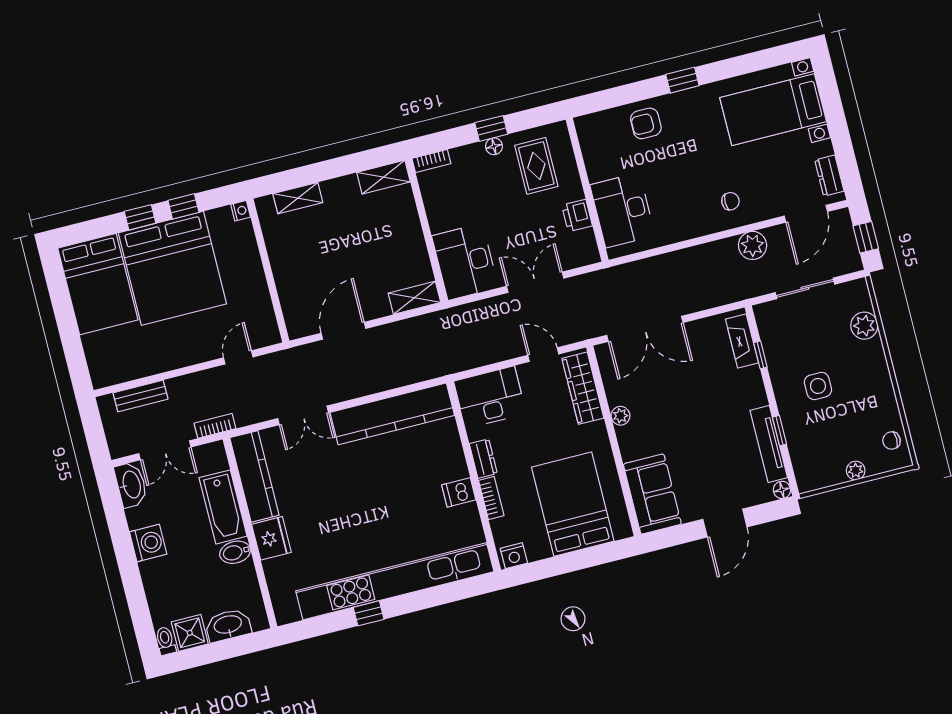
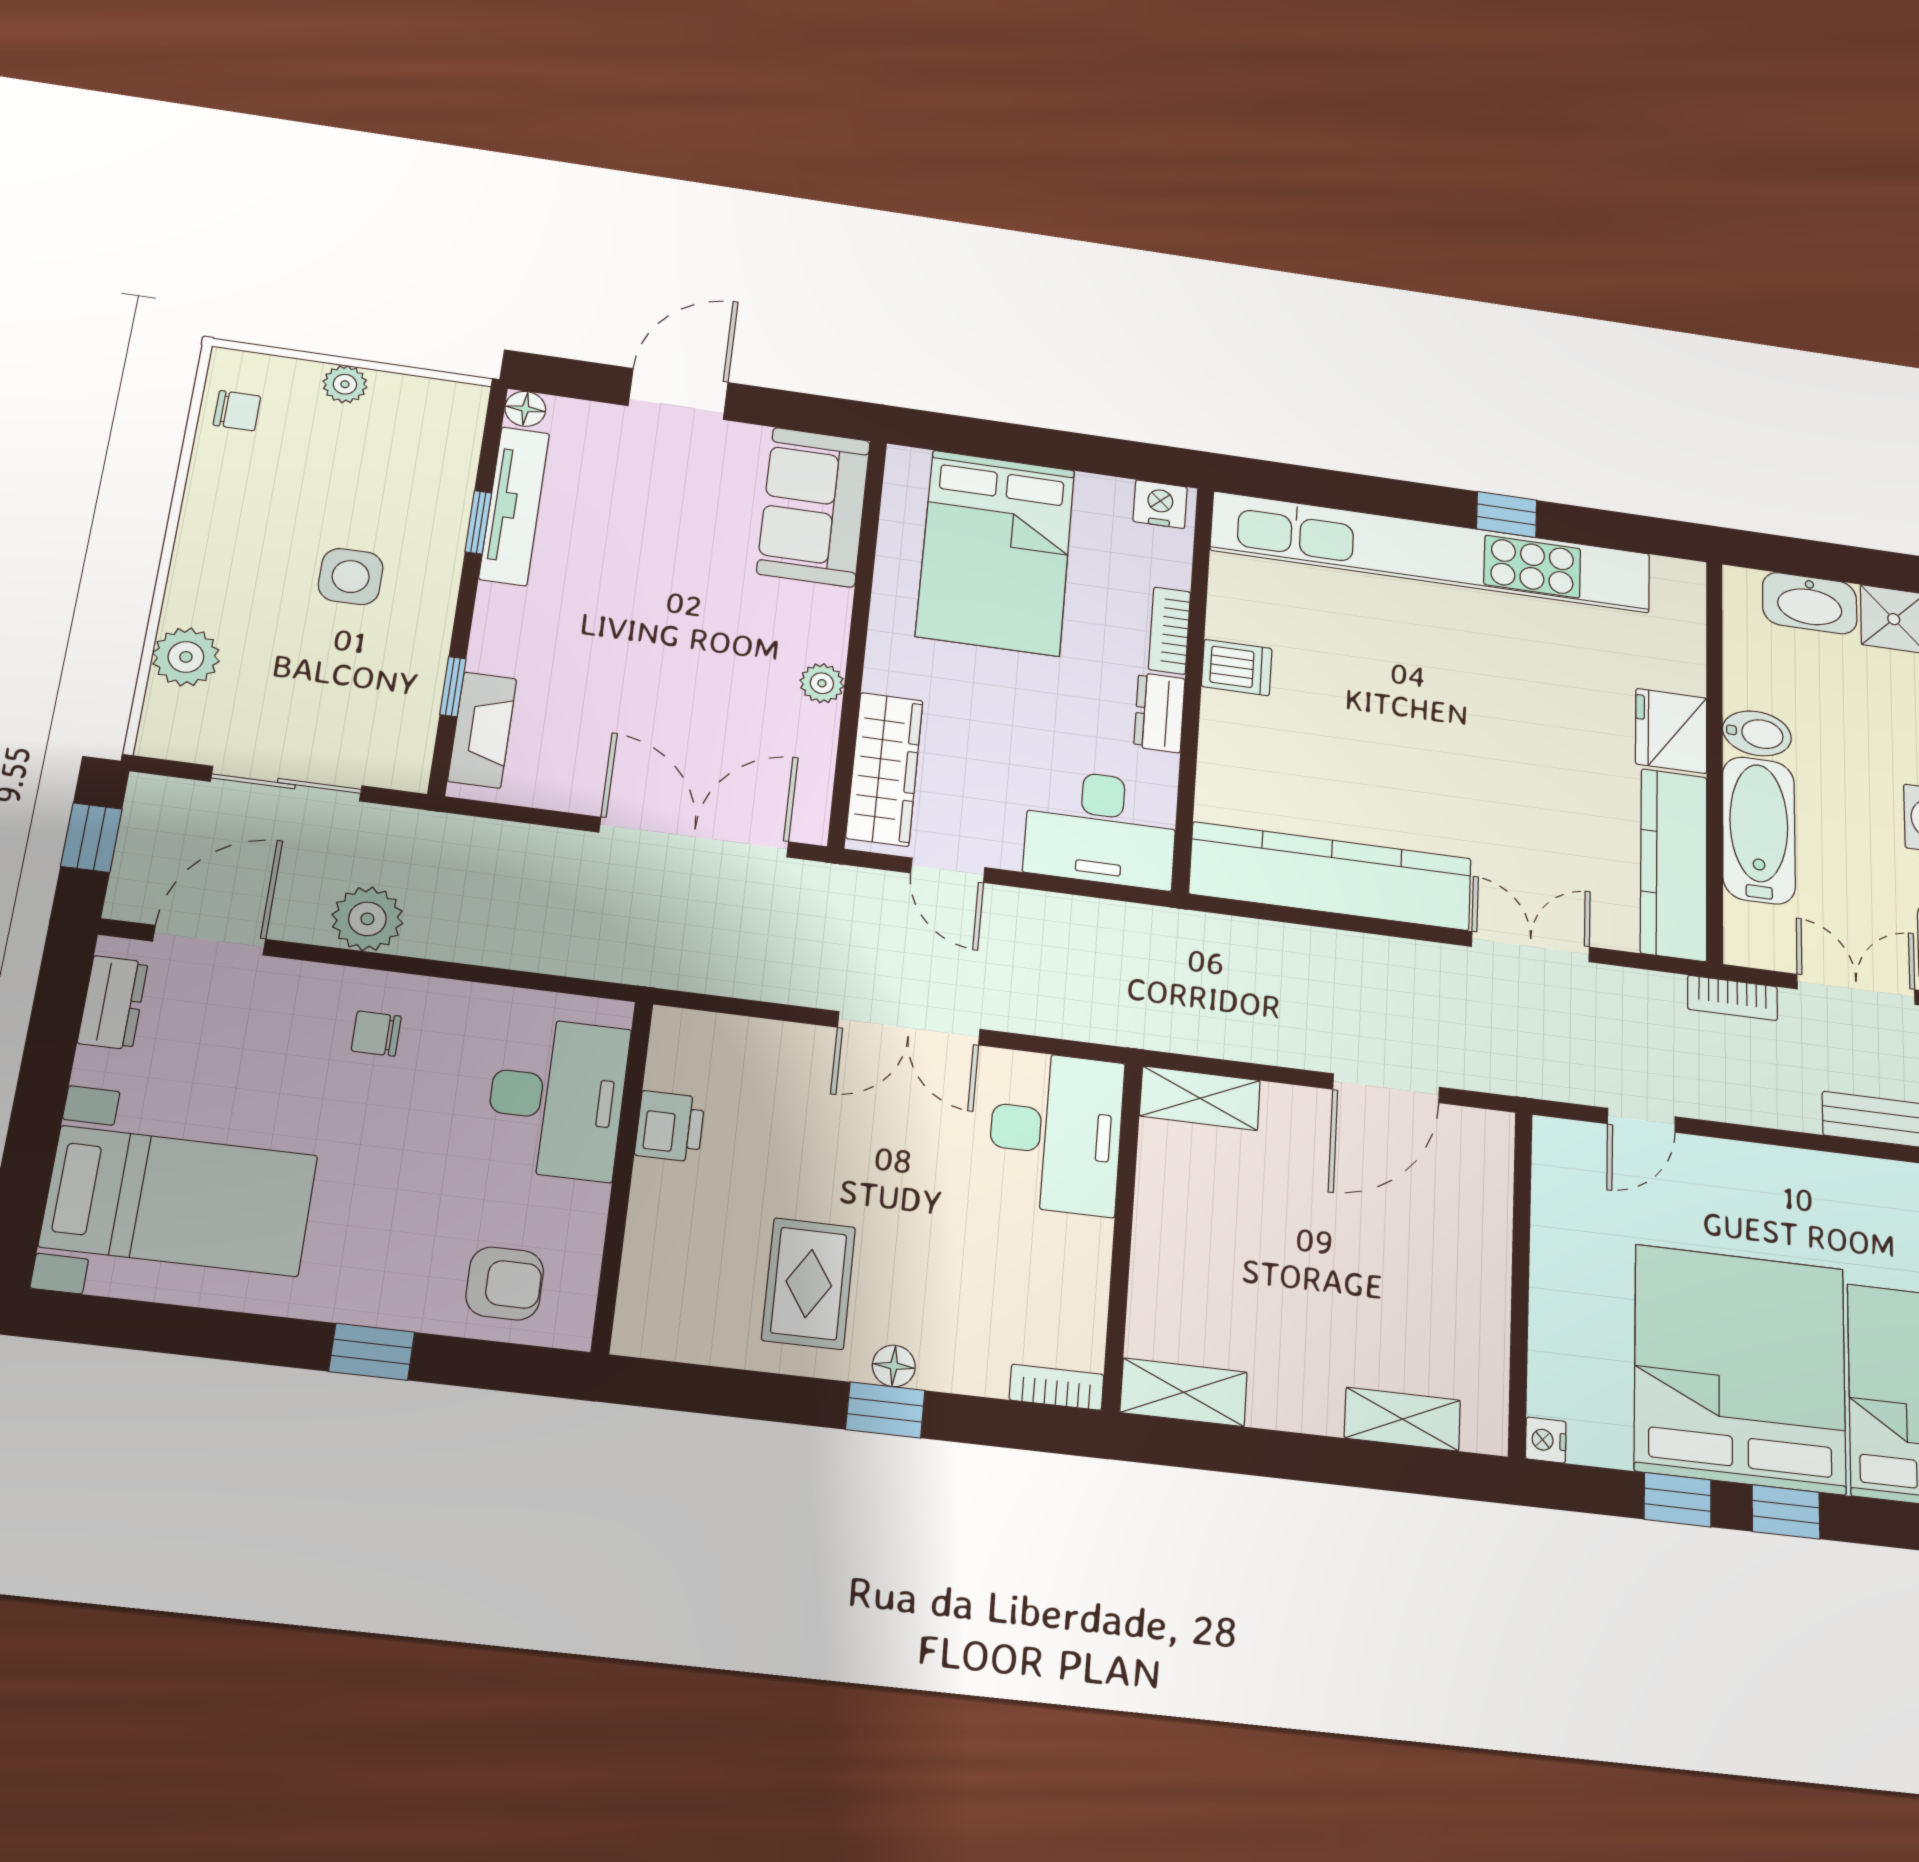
wall: (587, 190) -> (622, 1175), moved
desk: (623, 210) -> (557, 1098), moved
printer: (577, 215) -> (670, 1126), moved

